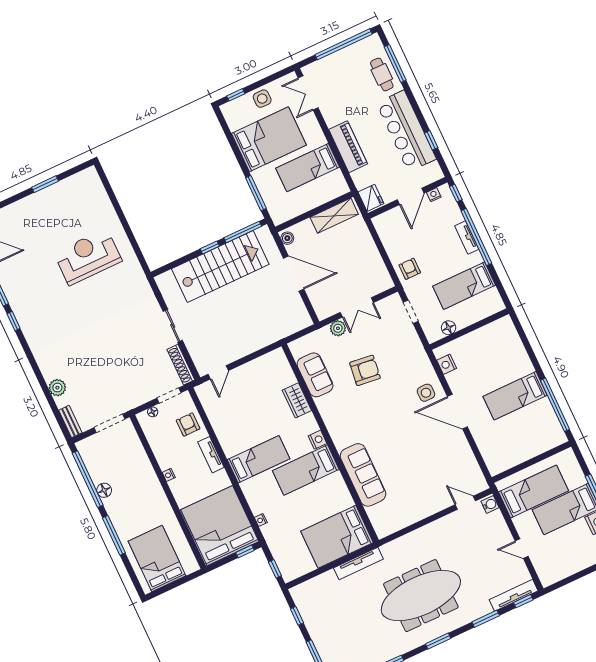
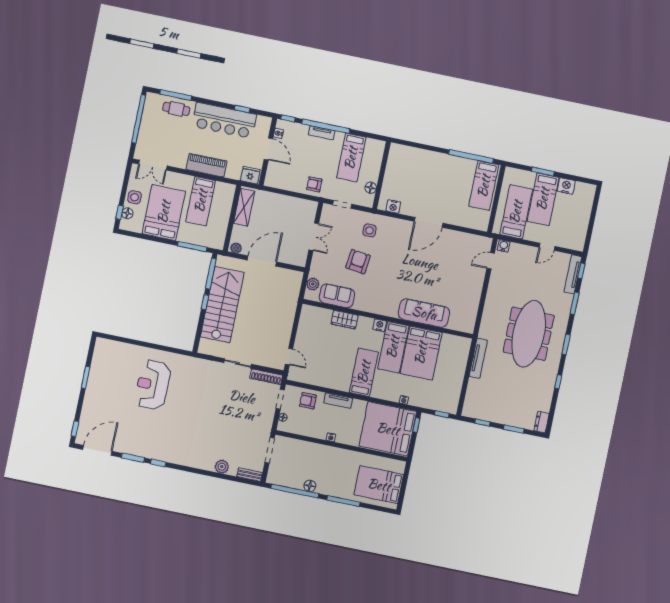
floor lamp: (241, 103) -> (127, 213), added
plant: (338, 328) -> (313, 284), moved
side table: (426, 393) -> (369, 230), moved
bed: (515, 396) -> (484, 186), moved
bed: (337, 537) -> (421, 353), moved

